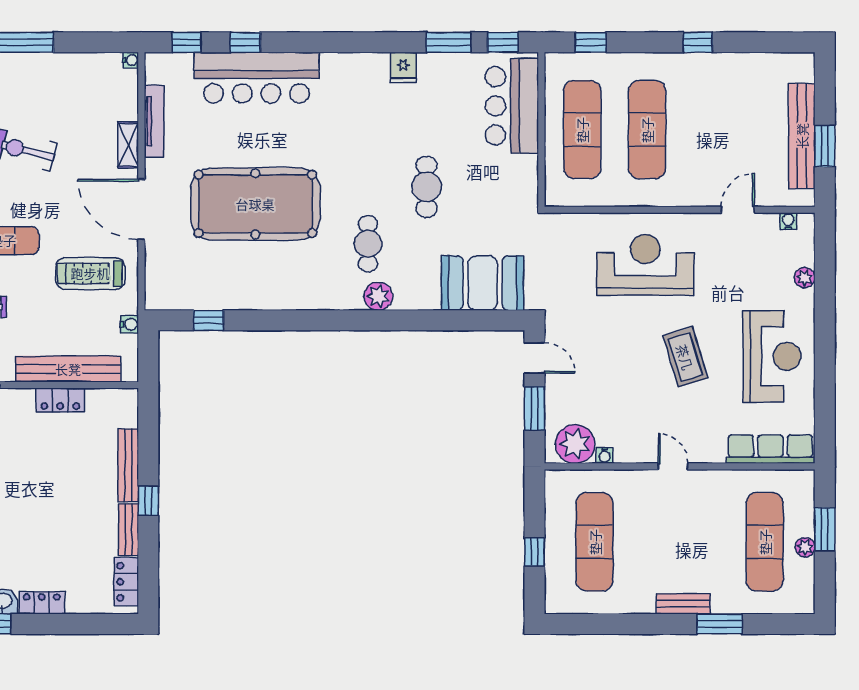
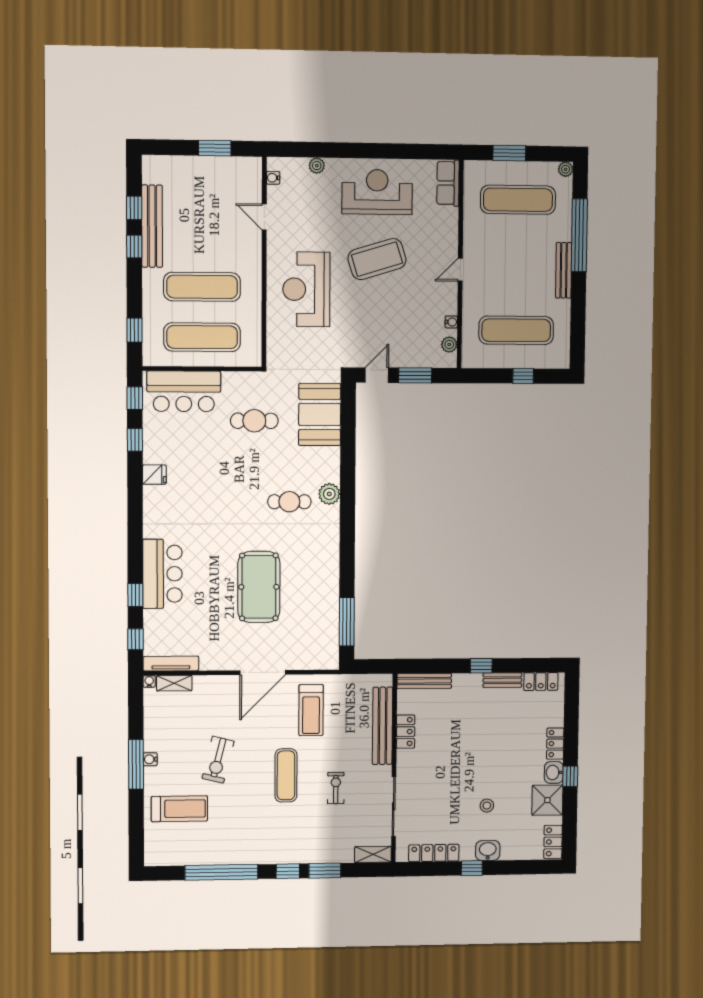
window: (449, 42) -> (135, 440), width x0.67
window: (747, 42) -> (134, 208), added
bar counter: (257, 78) -> (162, 574), width x0.73
tv unit: (154, 121) -> (171, 664), moved
bench: (802, 136) -> (152, 226), moved, turned 90
shelving: (128, 145) -> (174, 683), moved
cafe table: (427, 187) -> (254, 421), moved
pool table: (255, 204) -> (259, 587), width x0.73, depth x0.76
window: (209, 320) -> (347, 622), width x2.17
water cooler: (130, 324) -> (150, 759), moved, turned -90
coffee table: (685, 357) -> (377, 259), width x1.36, depth x1.32
plant: (575, 444) -> (449, 345), width x0.53, depth x0.53
row of seats: (771, 449) -> (448, 183), width x0.68
bench: (128, 465) -> (424, 681), moved
plant: (805, 547) -> (566, 169), moved
bench: (683, 604) -> (564, 270), width x1.36
window: (720, 624) -> (579, 235), width x2.11

